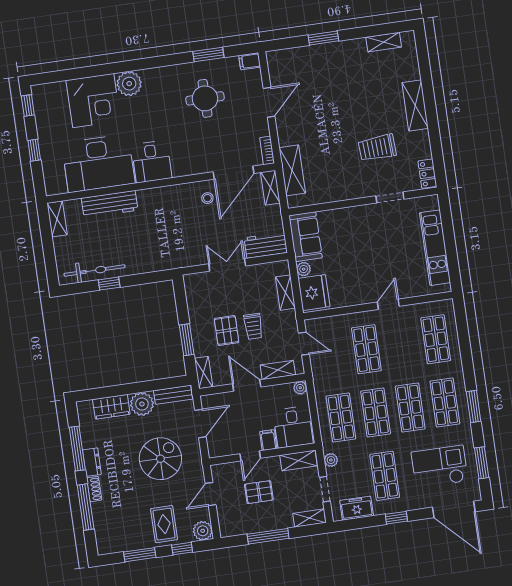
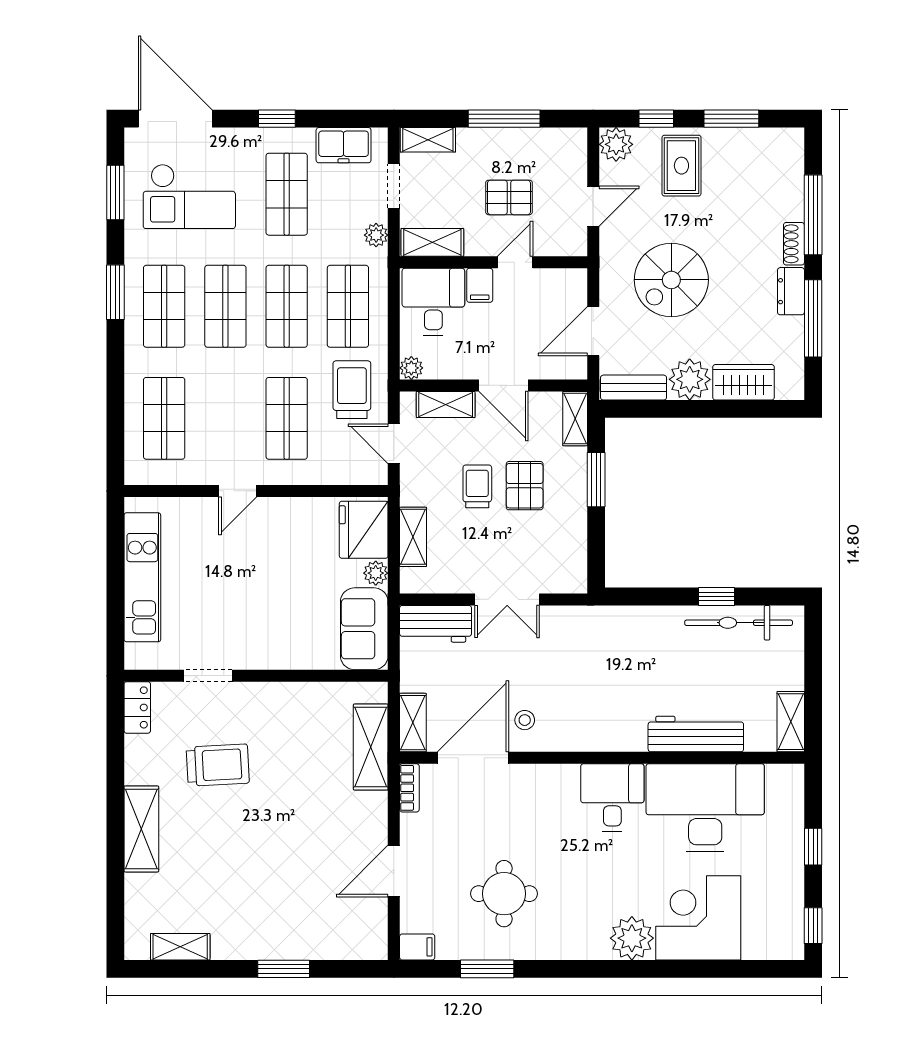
trolley: (332, 371) -> (352, 390), added

